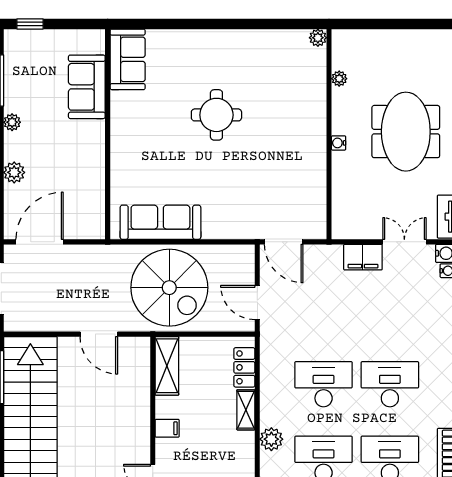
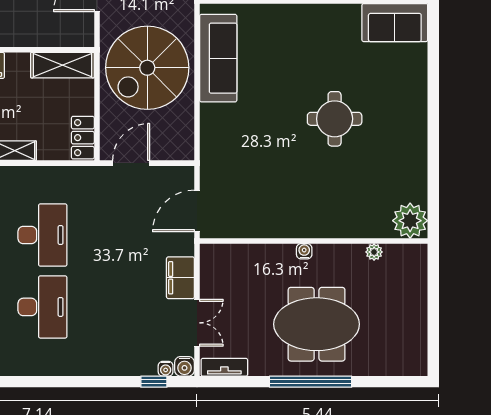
plant: (318, 38) -> (410, 221), width x1.87, depth x1.87
door: (284, 242) -> (197, 211), moved
locker: (244, 367) -> (83, 138), moved, turned -90

